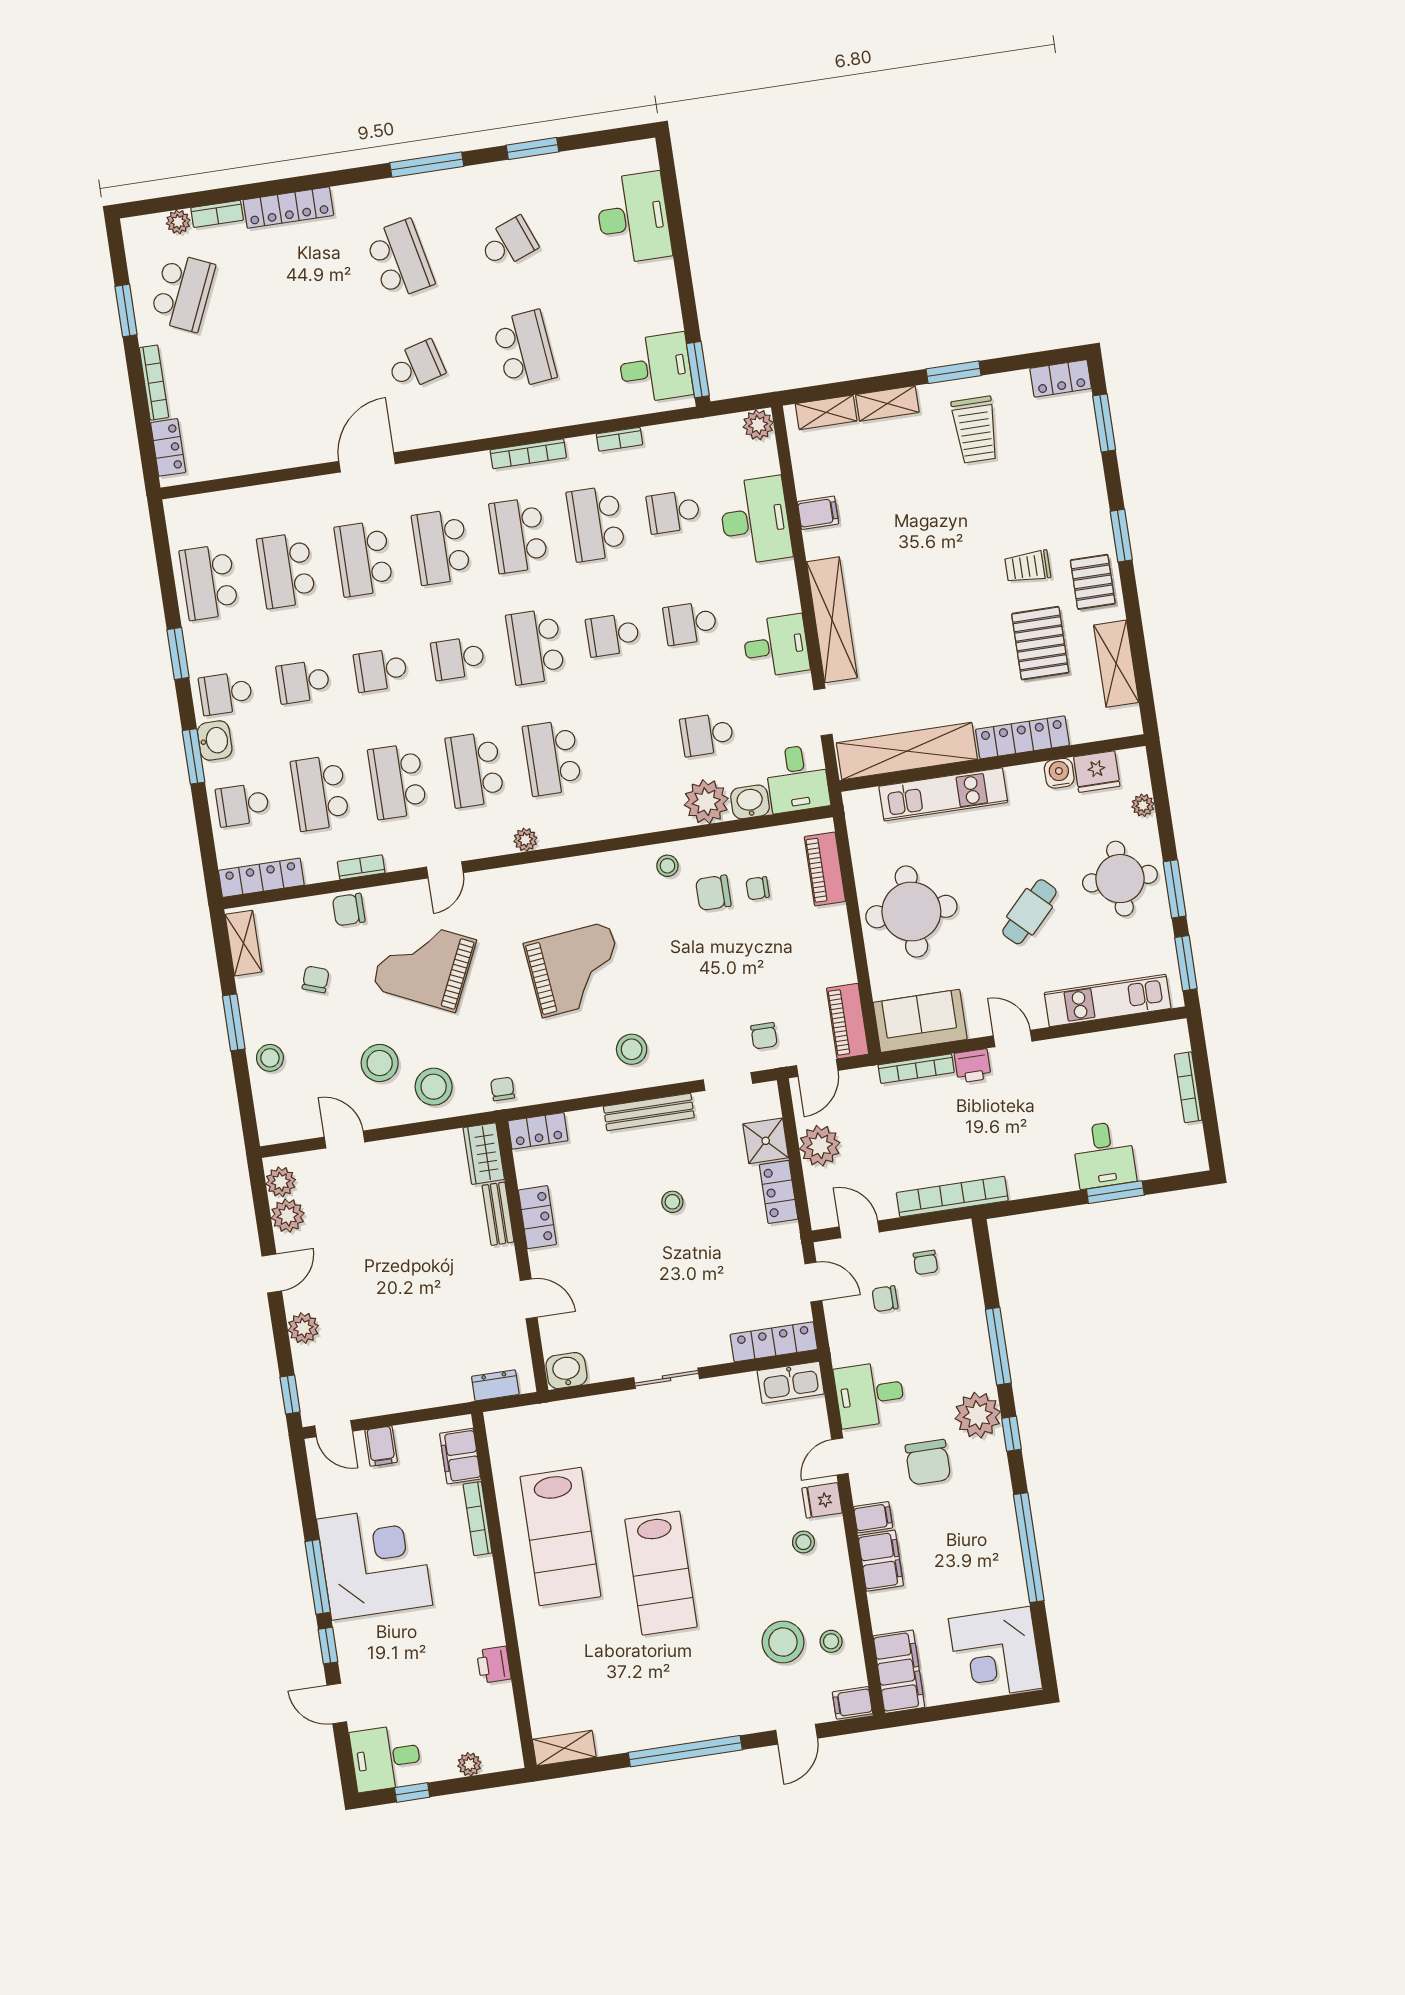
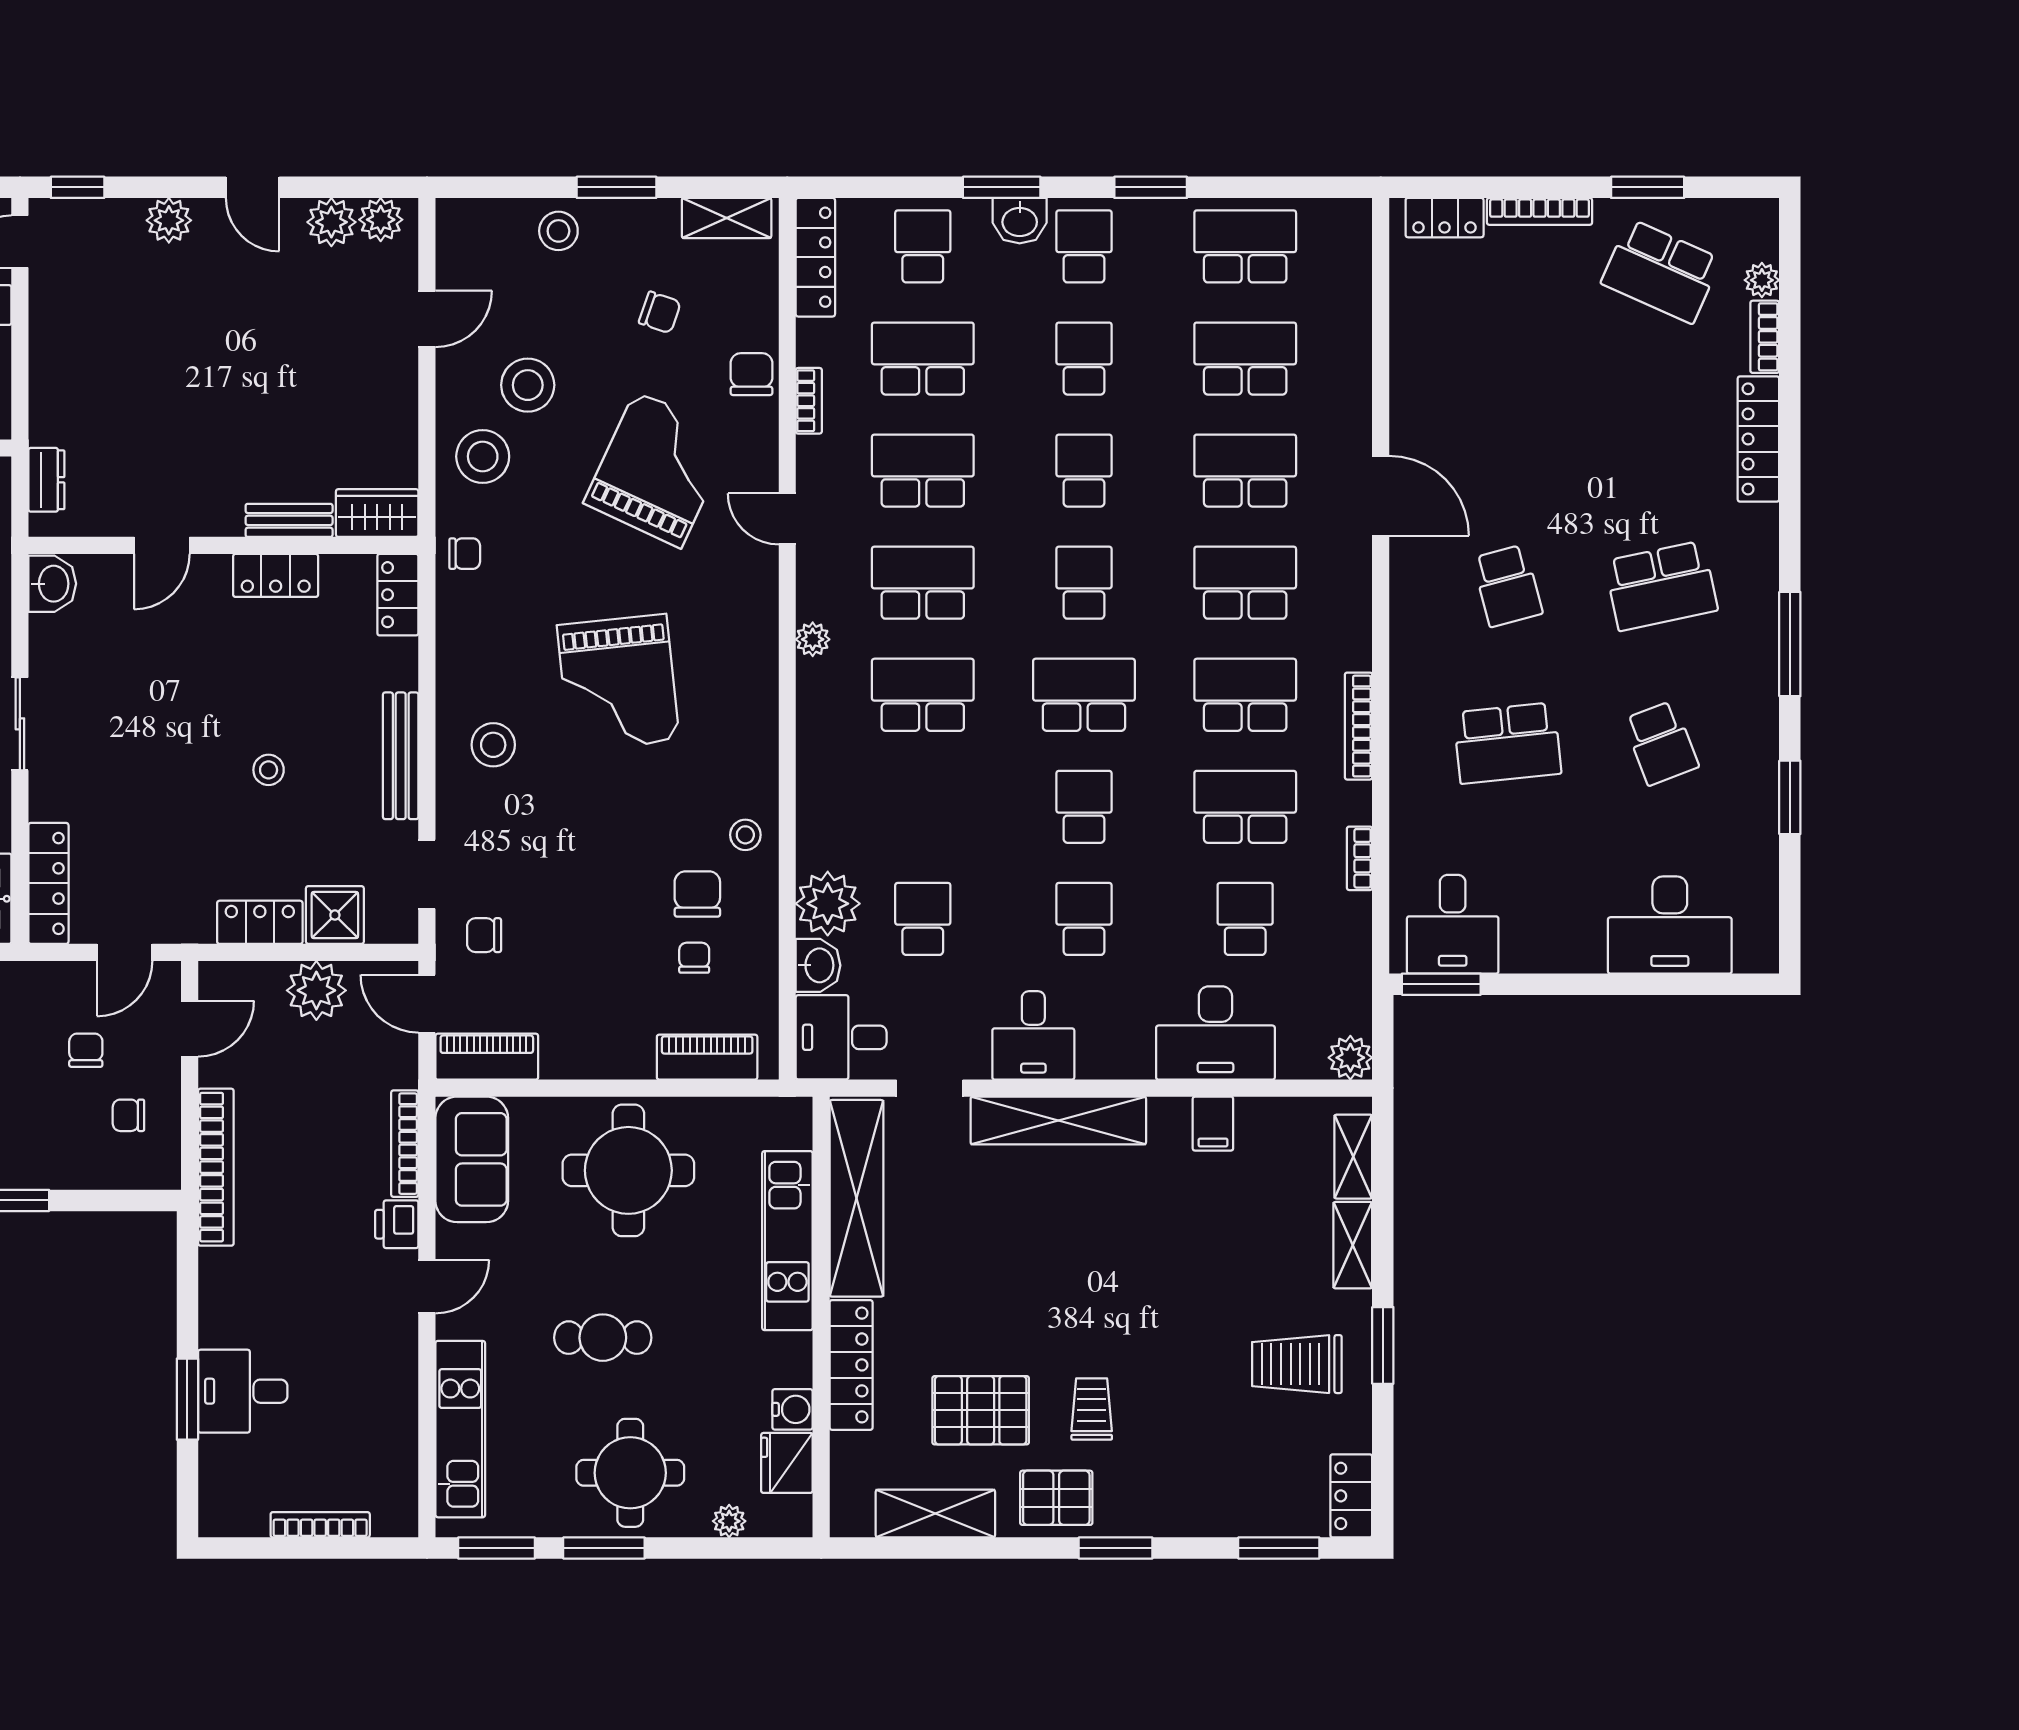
cafe table: (1029, 912) -> (603, 1338), turned -44

